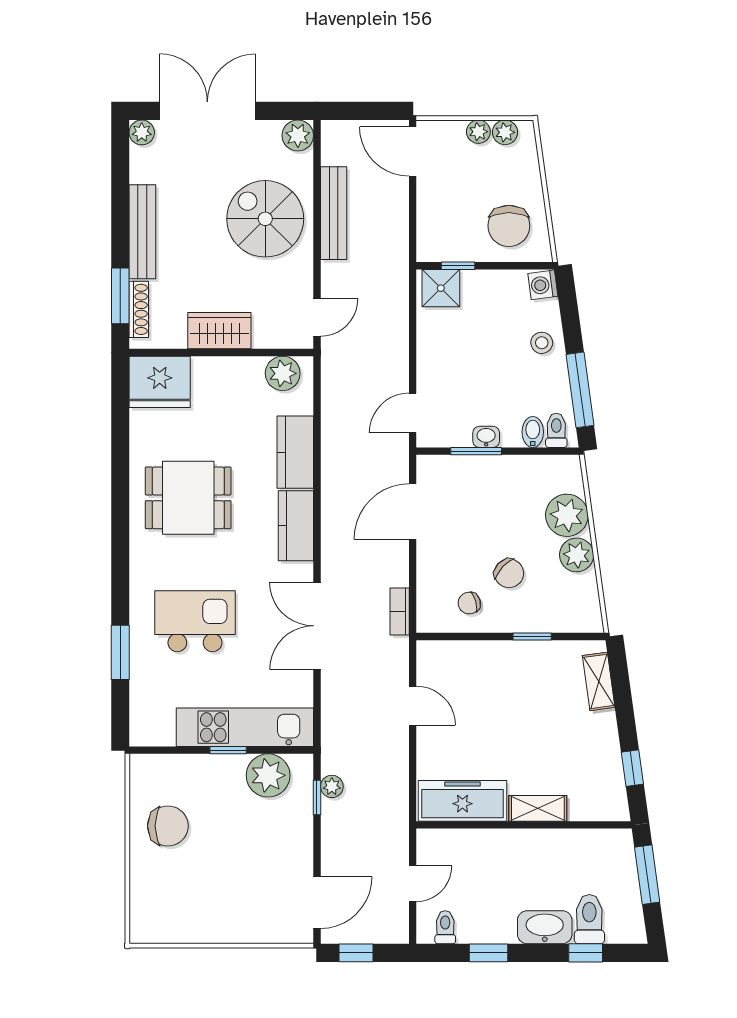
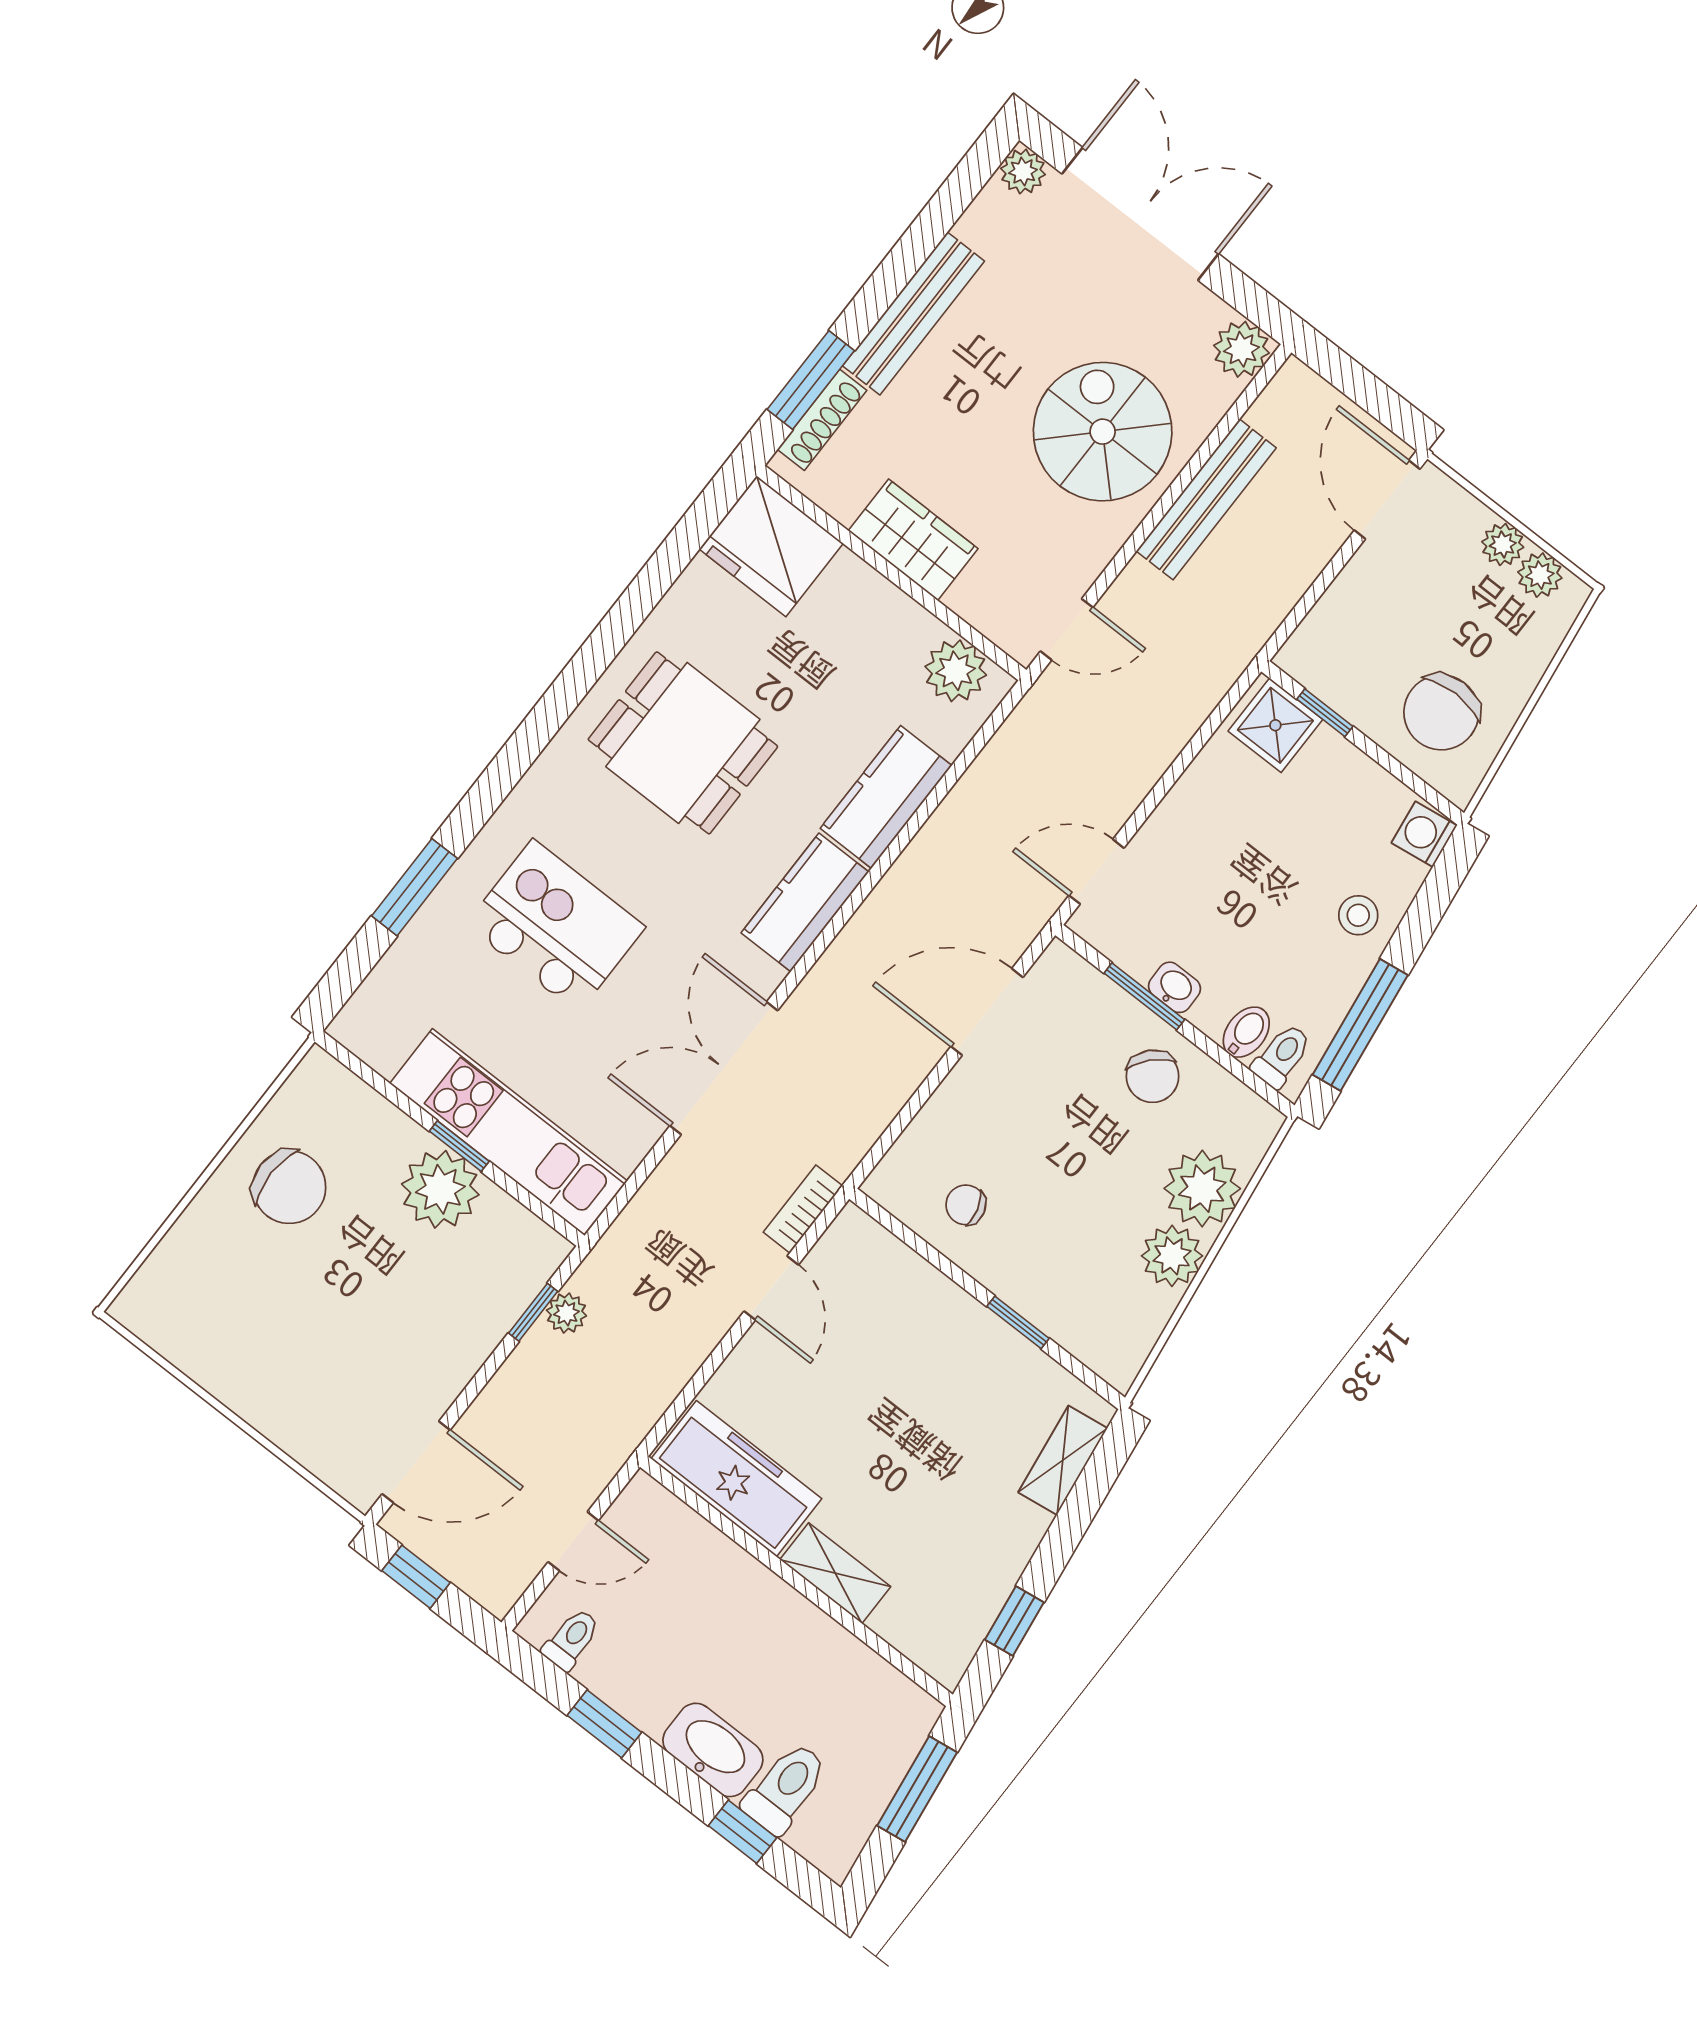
chair: (509, 573) -> (1152, 1076), moved
bookcase: (400, 612) -> (803, 1209), moved
plant: (268, 775) -> (440, 1189), moved

